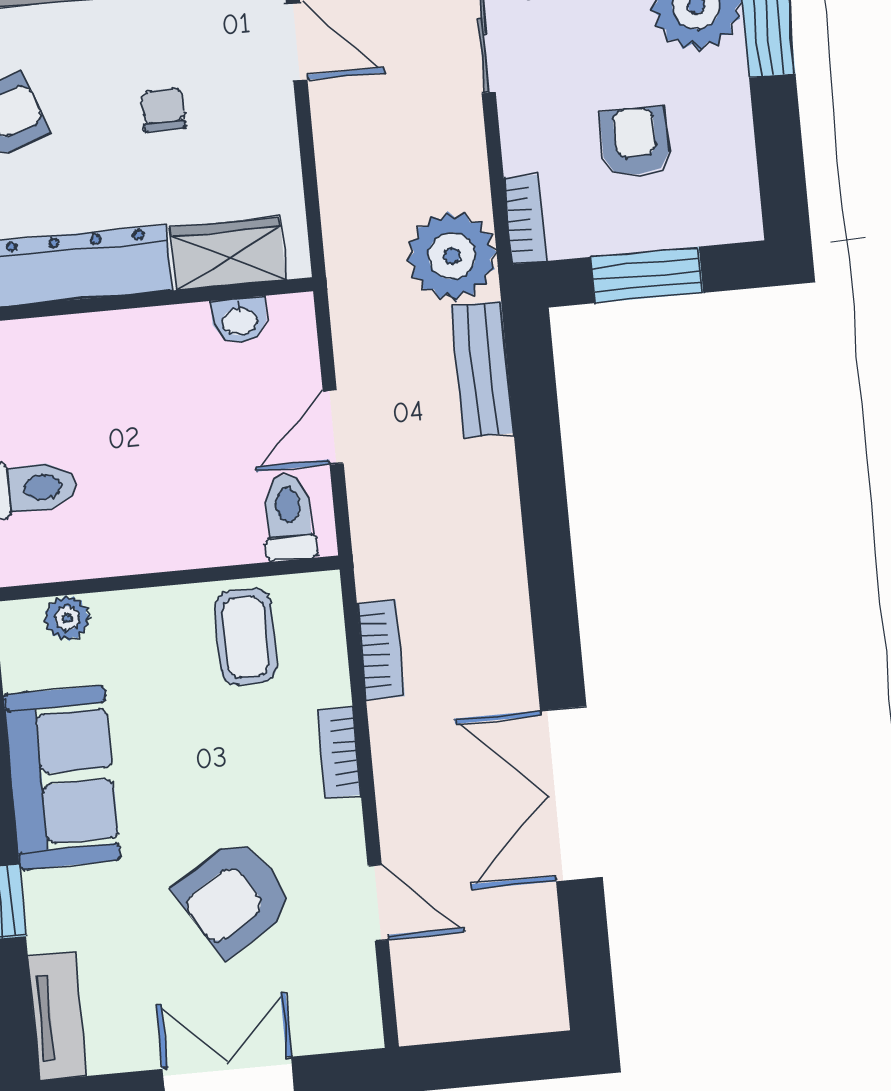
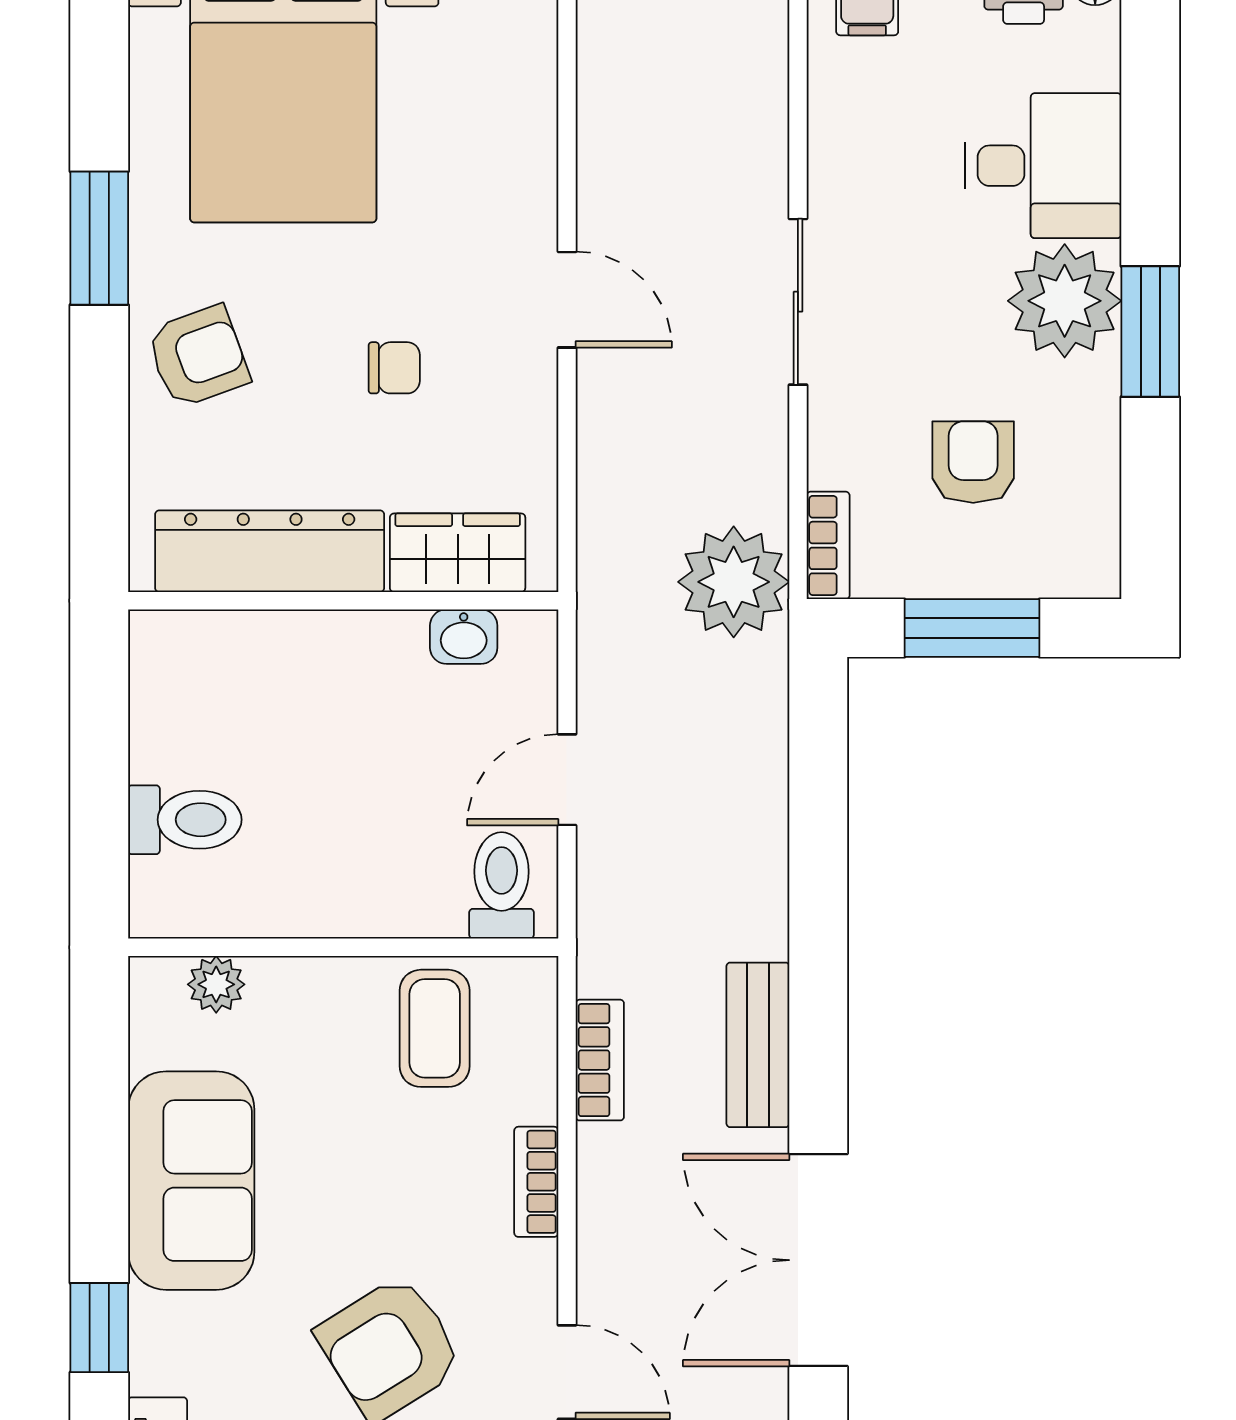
chair: (163, 110) -> (394, 368), turned 90
bench: (482, 369) -> (758, 1045), moved

